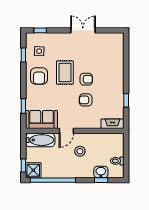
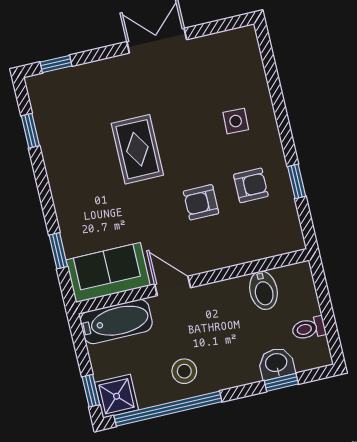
side table: (39, 51) -> (236, 121), moved
armchair: (39, 76) -> (78, 172), removed
armchair: (86, 79) -> (251, 185), moved
fireplace: (113, 124) -> (277, 244), removed
door: (66, 131) -> (173, 286), swing flipped
bidet: (103, 141) -> (263, 290), added
stool: (80, 151) -> (184, 371), moved

